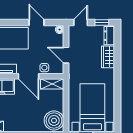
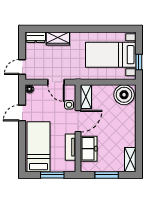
door: (81, 23) -> (22, 67), hinge flipped
window: (102, 23) -> (22, 45), removed
door: (66, 55) -> (56, 82), hinge flipped

